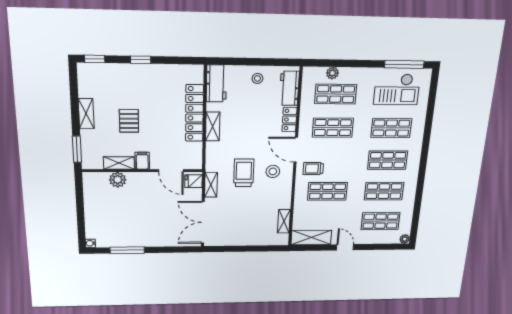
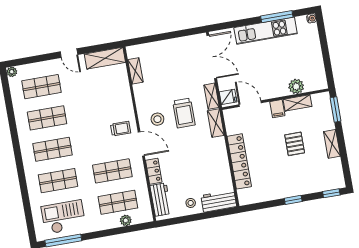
workbench: (216, 84) -> (219, 201), moved, turned 90
shelving: (213, 126) -> (216, 123), moved
shop shelf: (327, 191) -> (101, 108), removed
kitchen unit: (142, 239) -> (266, 31), added

